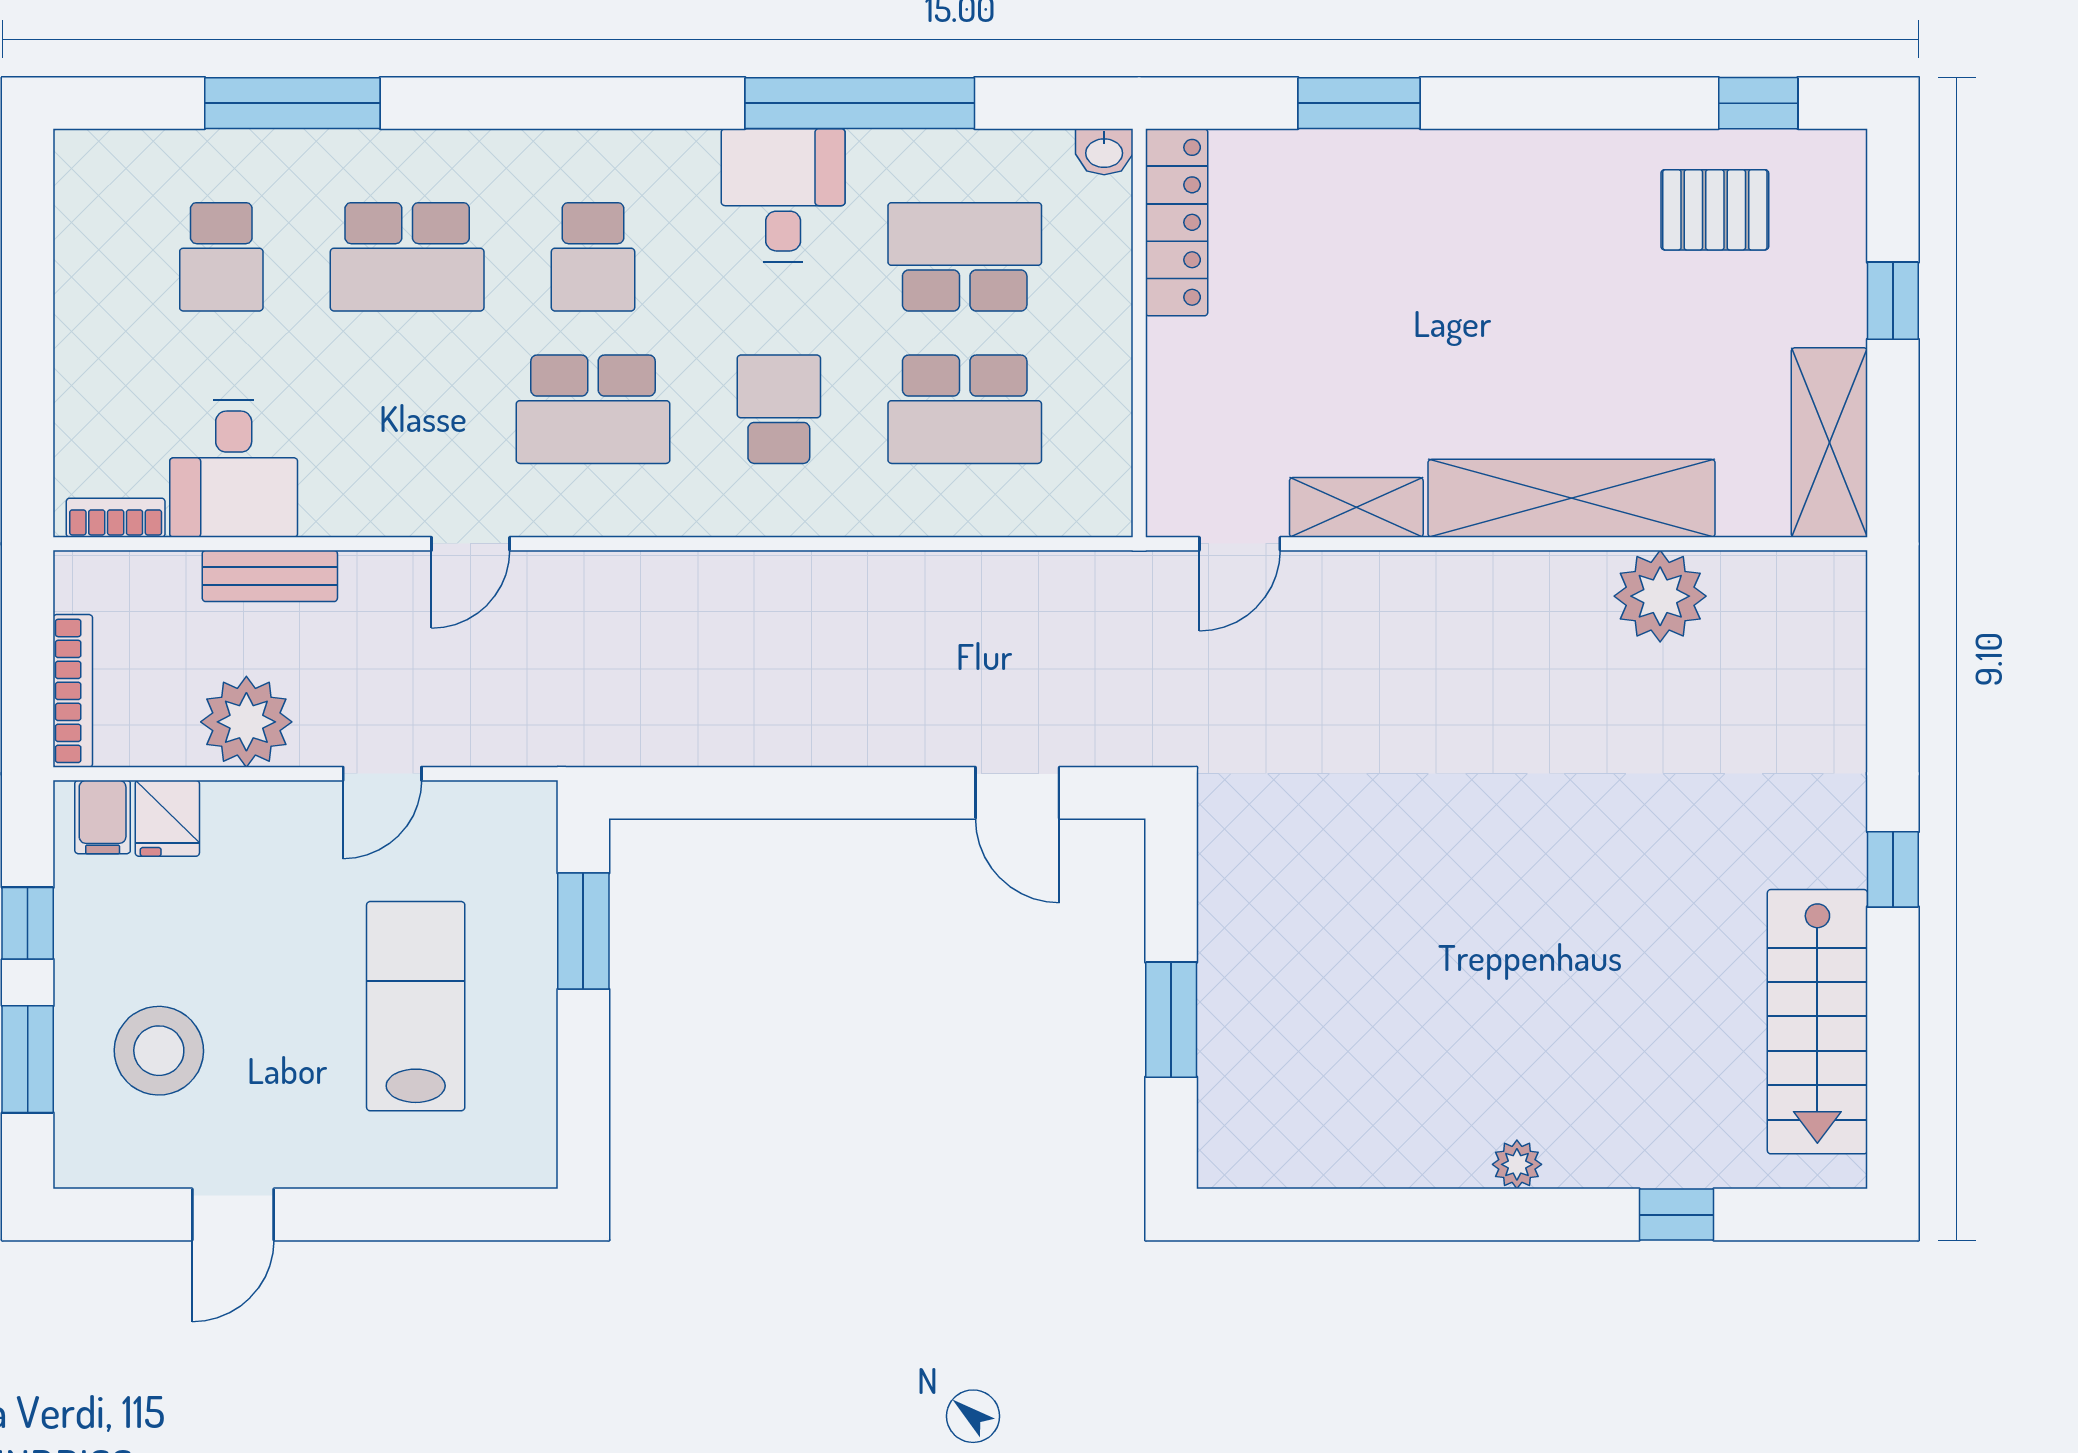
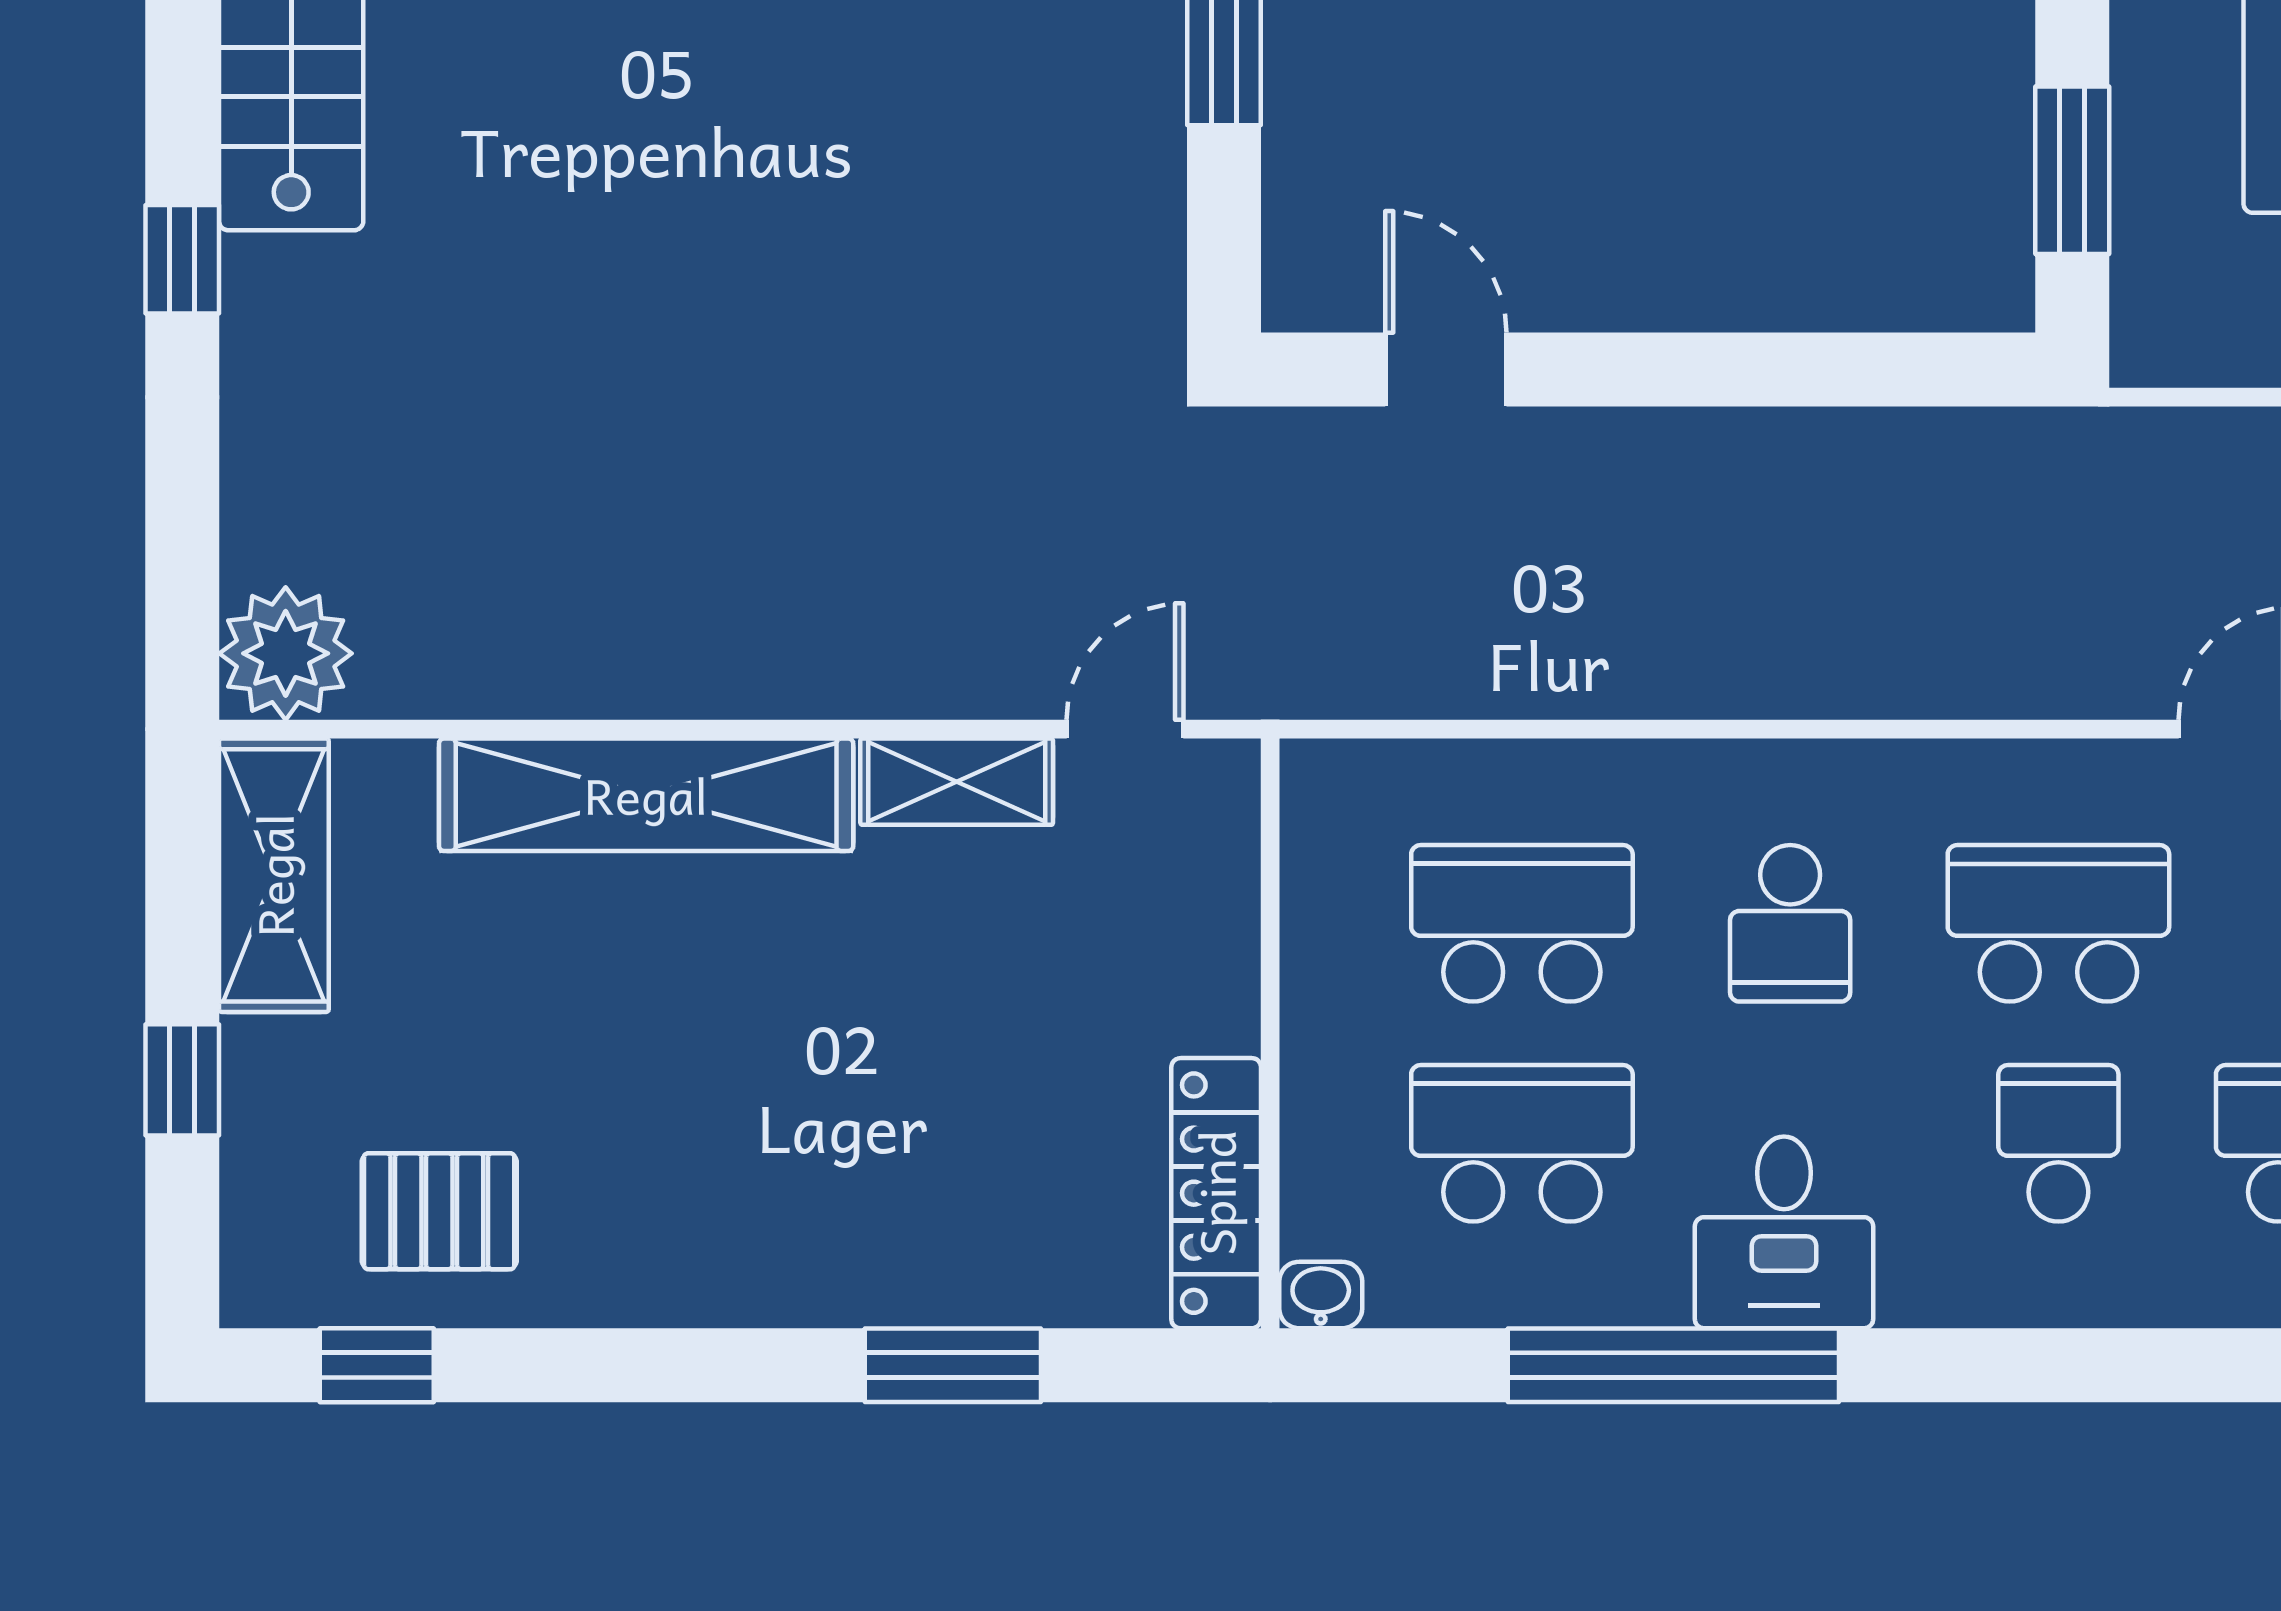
school desk: (965, 257) -> (1522, 1143), turned 180
plant: (1660, 596) -> (286, 653), moved

